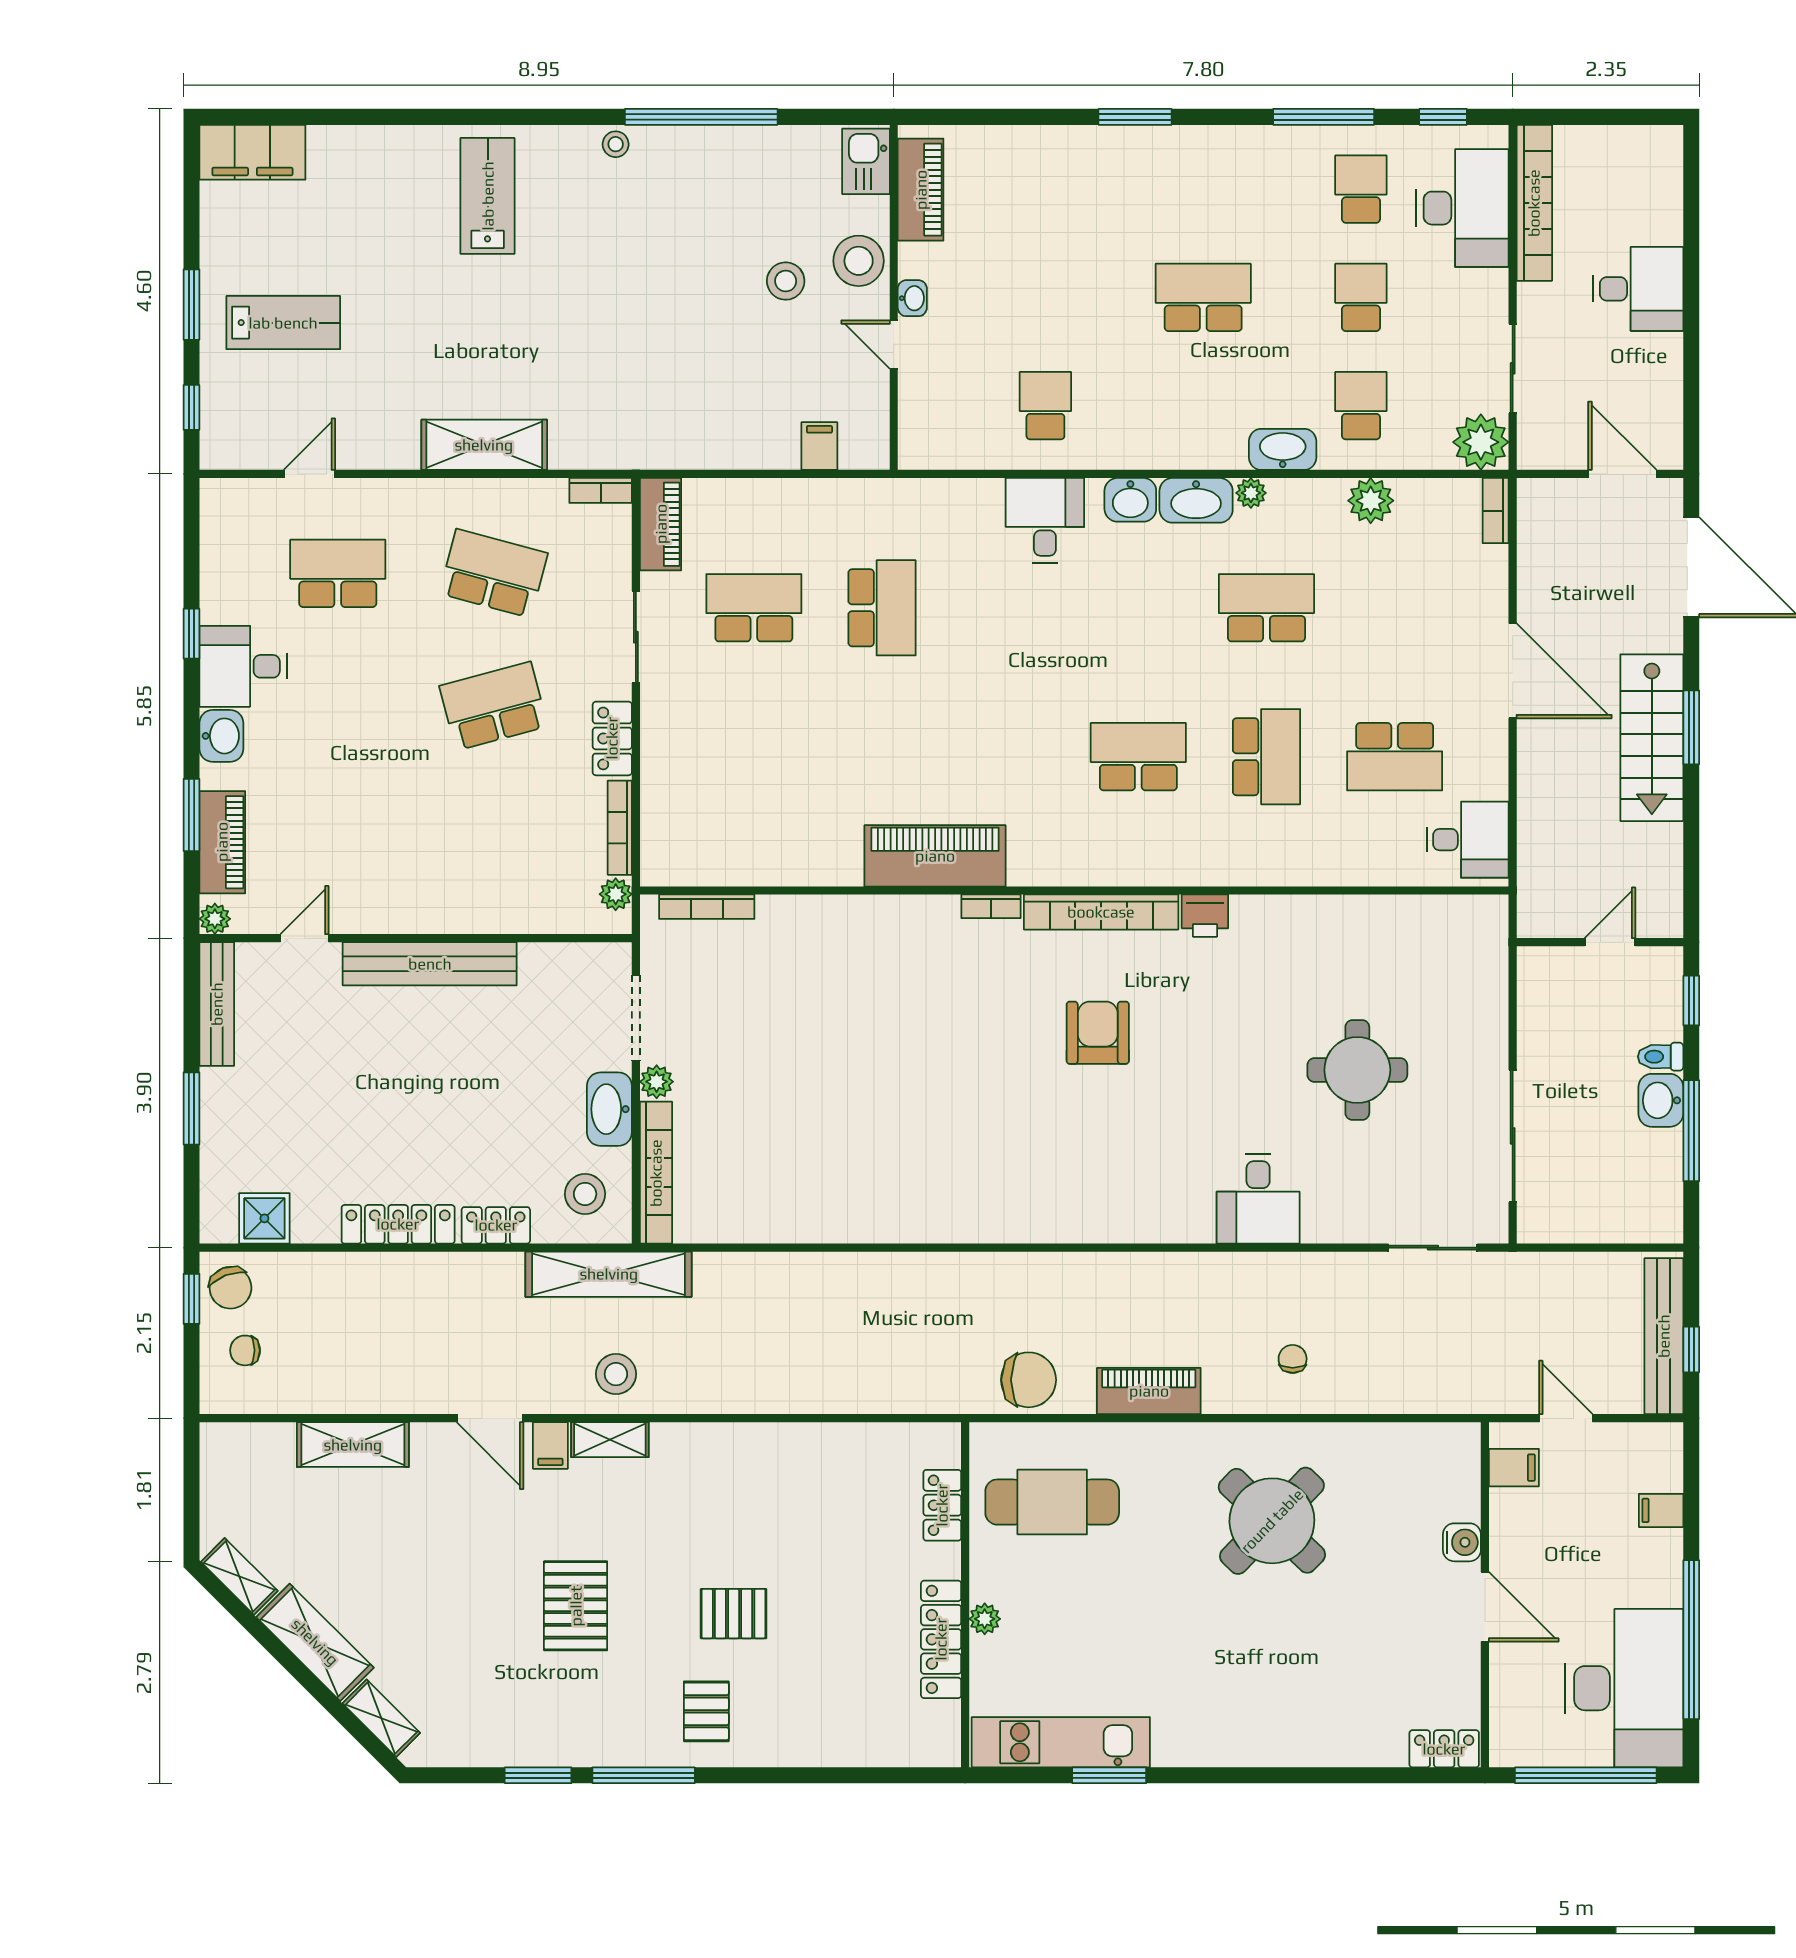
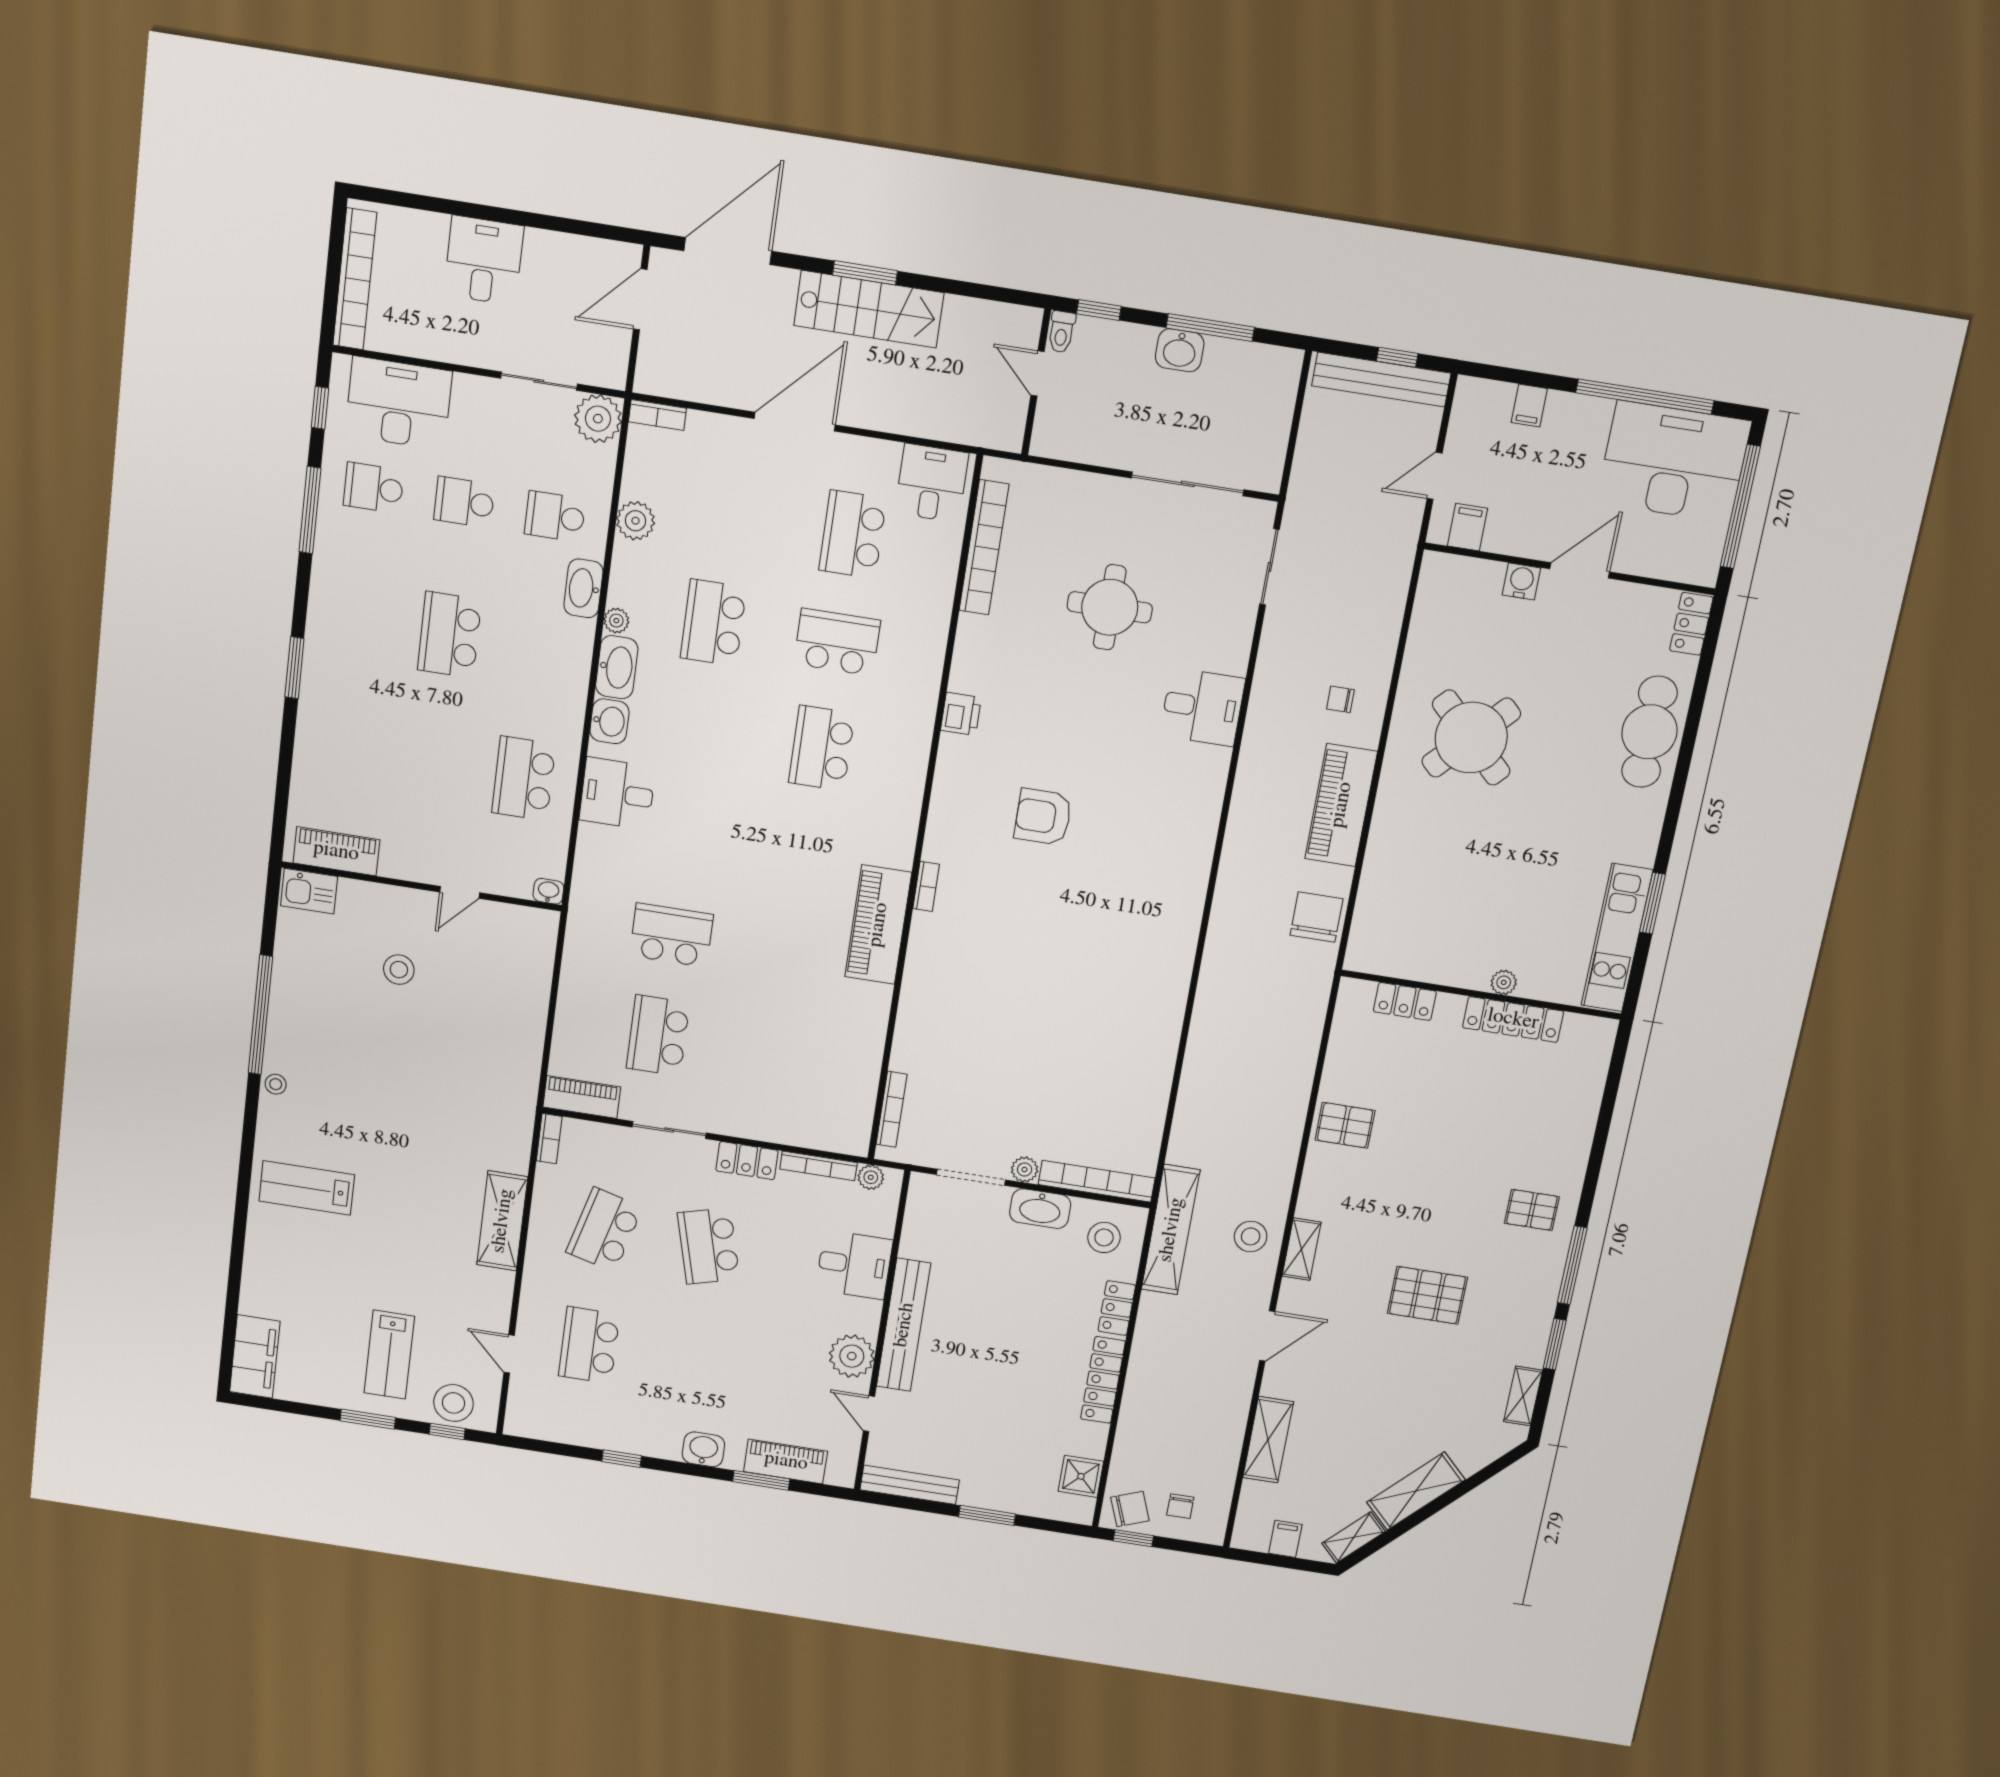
bookcase: (1534, 203) -> (355, 279), moved, turned 90
stool: (859, 261) -> (453, 1403), moved
washbasin: (912, 298) -> (548, 891), moved
lab bench: (283, 323) -> (389, 1355), turned 180
school desk: (1045, 406) -> (524, 778), width x1.85
filing cabinet: (819, 446) -> (535, 964), removed
desk: (243, 666) -> (854, 1265), moved, turned -90
school desk: (1395, 757) -> (853, 534), turned 180
bookcase: (1101, 912) -> (984, 547), moved
plant: (215, 919) -> (852, 1356), moved, width x1.87, depth x1.87
toilet: (1661, 1057) -> (1062, 332), moved
piano: (1149, 1391) -> (1341, 805), width x1.37, depth x1.33
filing cabinet: (550, 1445) -> (1285, 1539), moved, turned -90
cafe table: (1052, 1502) -> (1649, 732), moved
pallet: (734, 1614) -> (1345, 1125), moved, turned 90
shelving: (381, 1718) -> (1523, 1396), moved, turned -45

